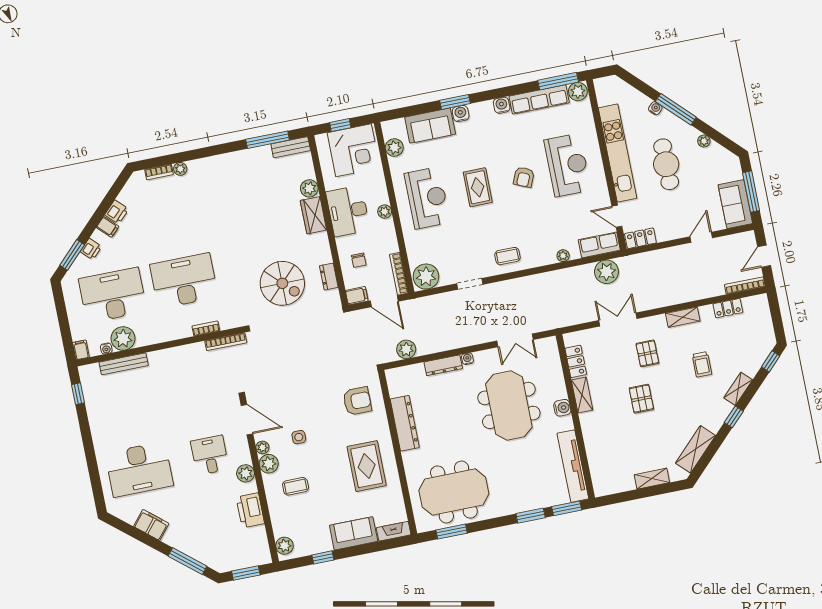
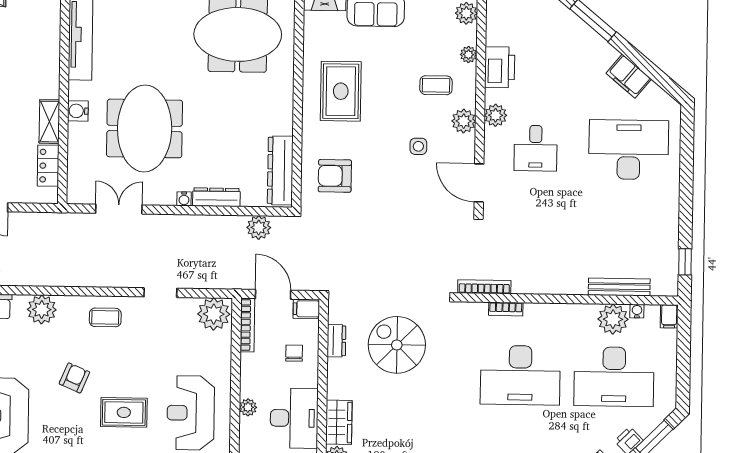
armchair: (524, 177) -> (74, 378), moved
rug: (478, 187) -> (124, 412), turned 90
plant: (563, 256) -> (42, 310), width x1.88, depth x1.88
dresser: (405, 423) -> (280, 171), moved
plant: (262, 447) -> (468, 55), moved

